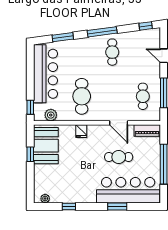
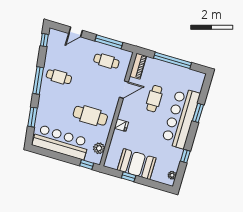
booth: (46, 146) -> (137, 164), moved
bar counter: (128, 190) -> (181, 118), moved

